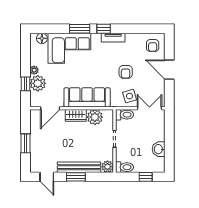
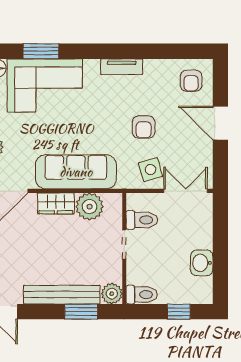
window: (80, 29) -> (41, 51), moved
window: (104, 29) -> (105, 51), removed
toilet: (125, 115) -> (142, 220), moved
window: (76, 177) -> (81, 312), moved

